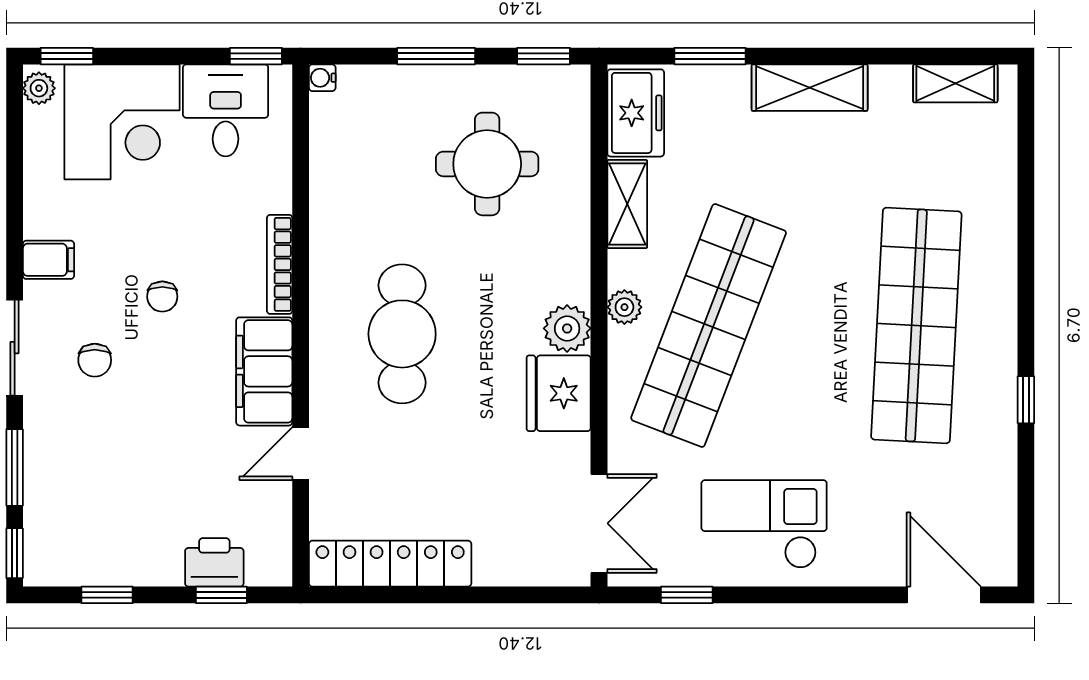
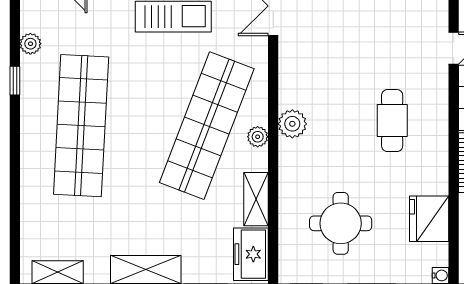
cafe table: (402, 334) -> (392, 121), width x0.73, depth x0.74
fridge: (559, 393) -> (429, 219), moved, turned 180
plant: (1000, 461) -> (30, 44), added

